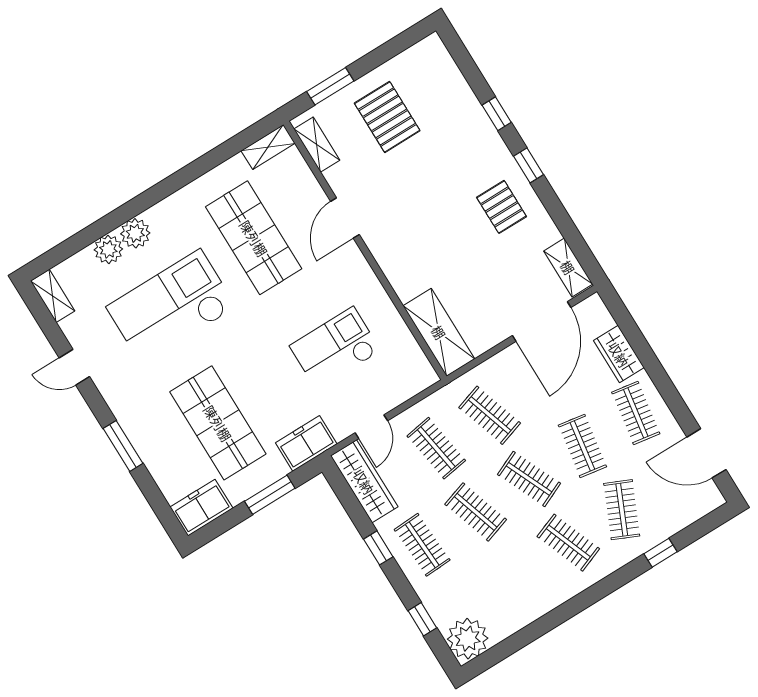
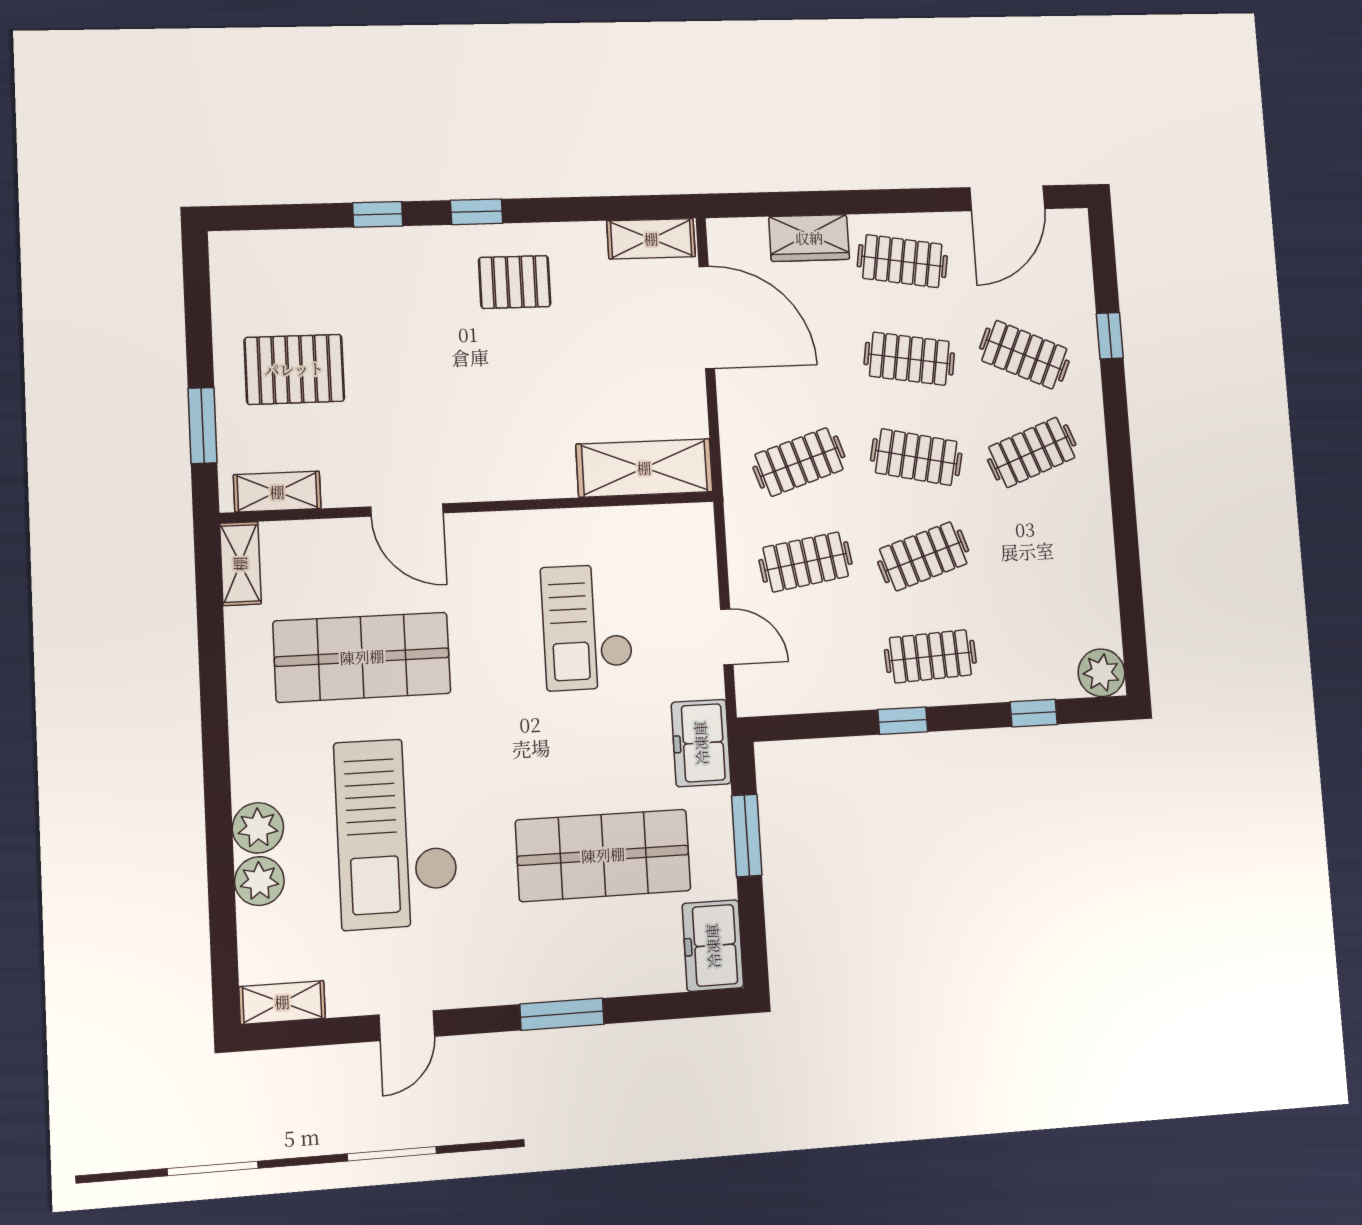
clothes rail: (529, 479) -> (916, 457), turned 36
wardrobe: (364, 481) -> (799, 689), removed
plant: (468, 639) -> (1101, 673), width x0.73, depth x0.73

